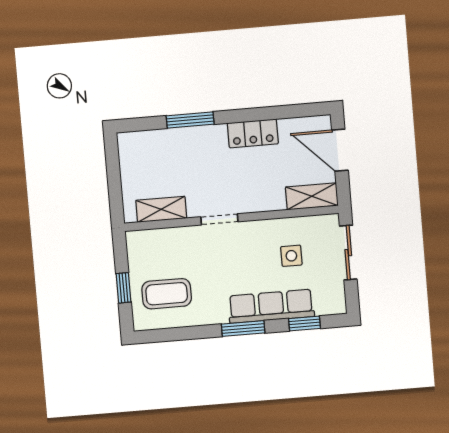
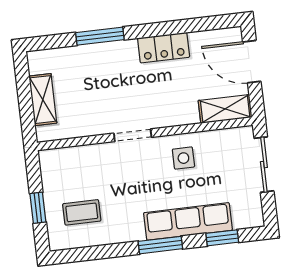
shelving: (161, 209) -> (43, 100), moved, turned 90
side table: (291, 256) -> (183, 158), moved
coffee table: (167, 294) -> (82, 212), width x0.73, depth x0.77

